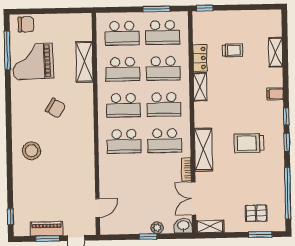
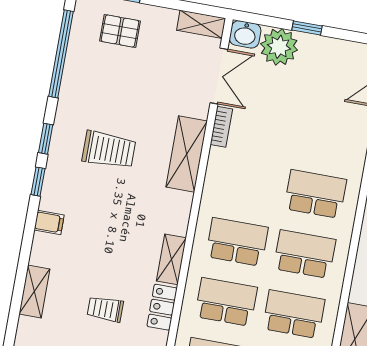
school desk: (165, 141) -> (248, 182), removed
plant: (157, 228) -> (279, 47), width x1.88, depth x1.88

